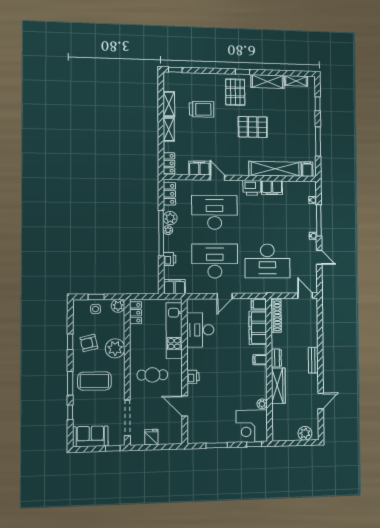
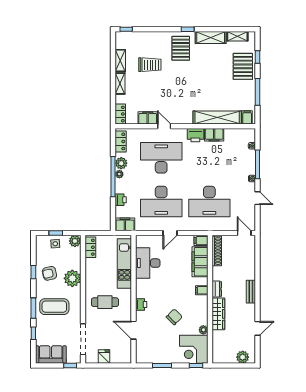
pallet: (253, 127) -> (243, 66), moved, turned 90
desk: (215, 261) -> (161, 202), turned 180
chair: (230, 390) -> (174, 317), added

